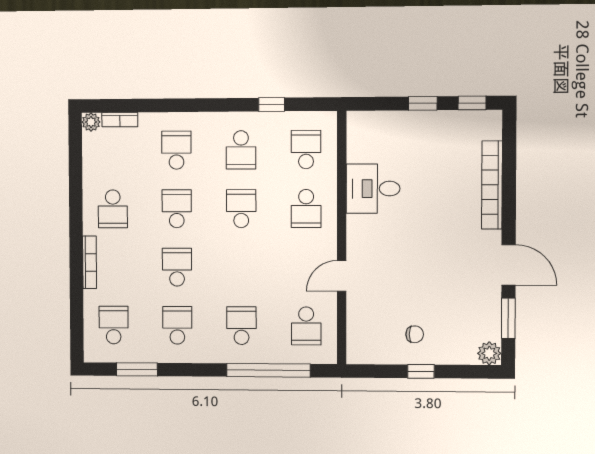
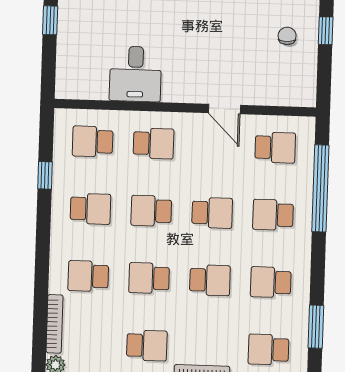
bookcase: (120, 120) -> (55, 324), width x1.56
school desk: (177, 267) -> (210, 280), turned 180
school desk: (241, 267) -> (212, 213), added

